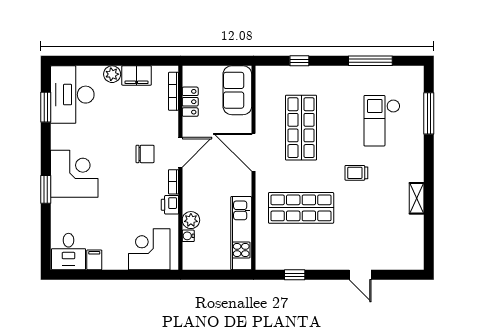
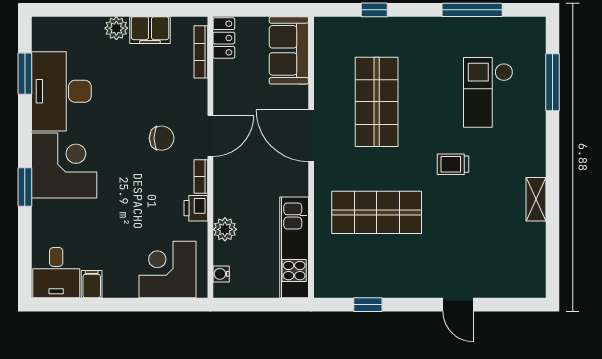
desk: (72, 95) -> (61, 91), moved
locker: (190, 102) -> (224, 38), moved
water cooler: (188, 236) -> (221, 274), moved

